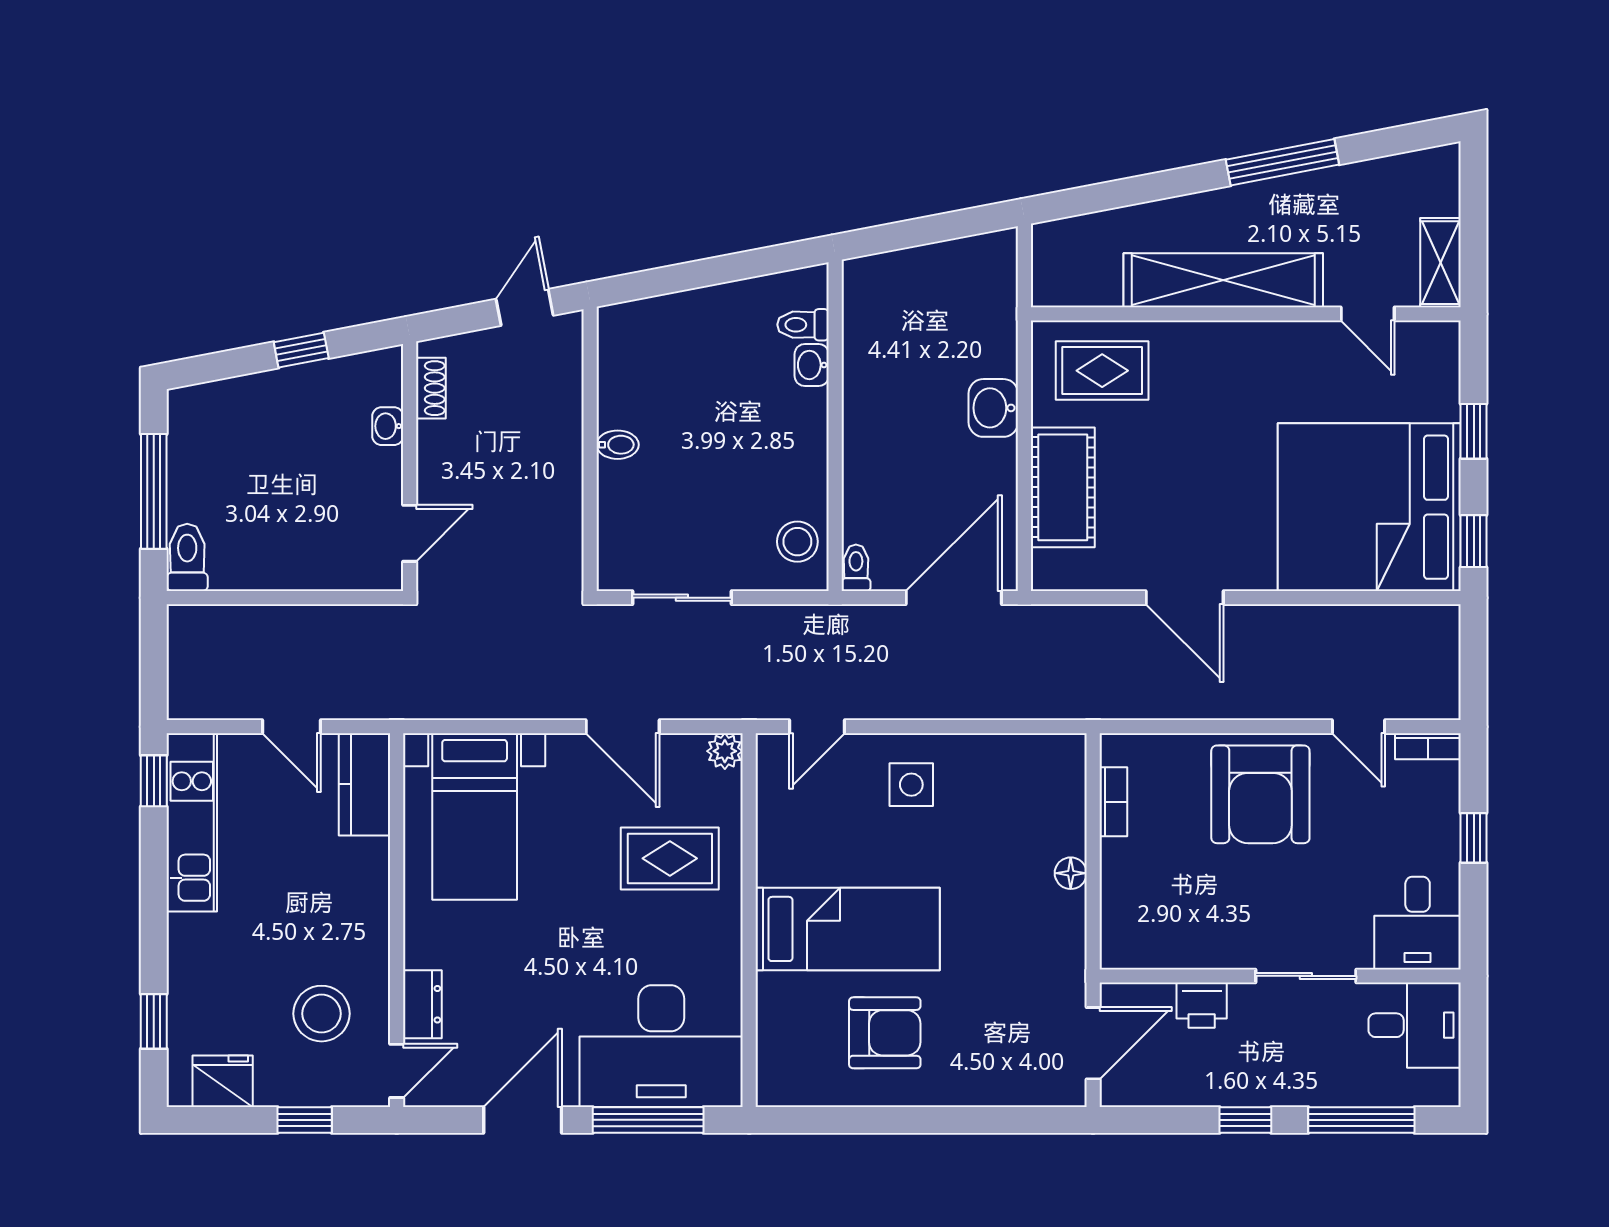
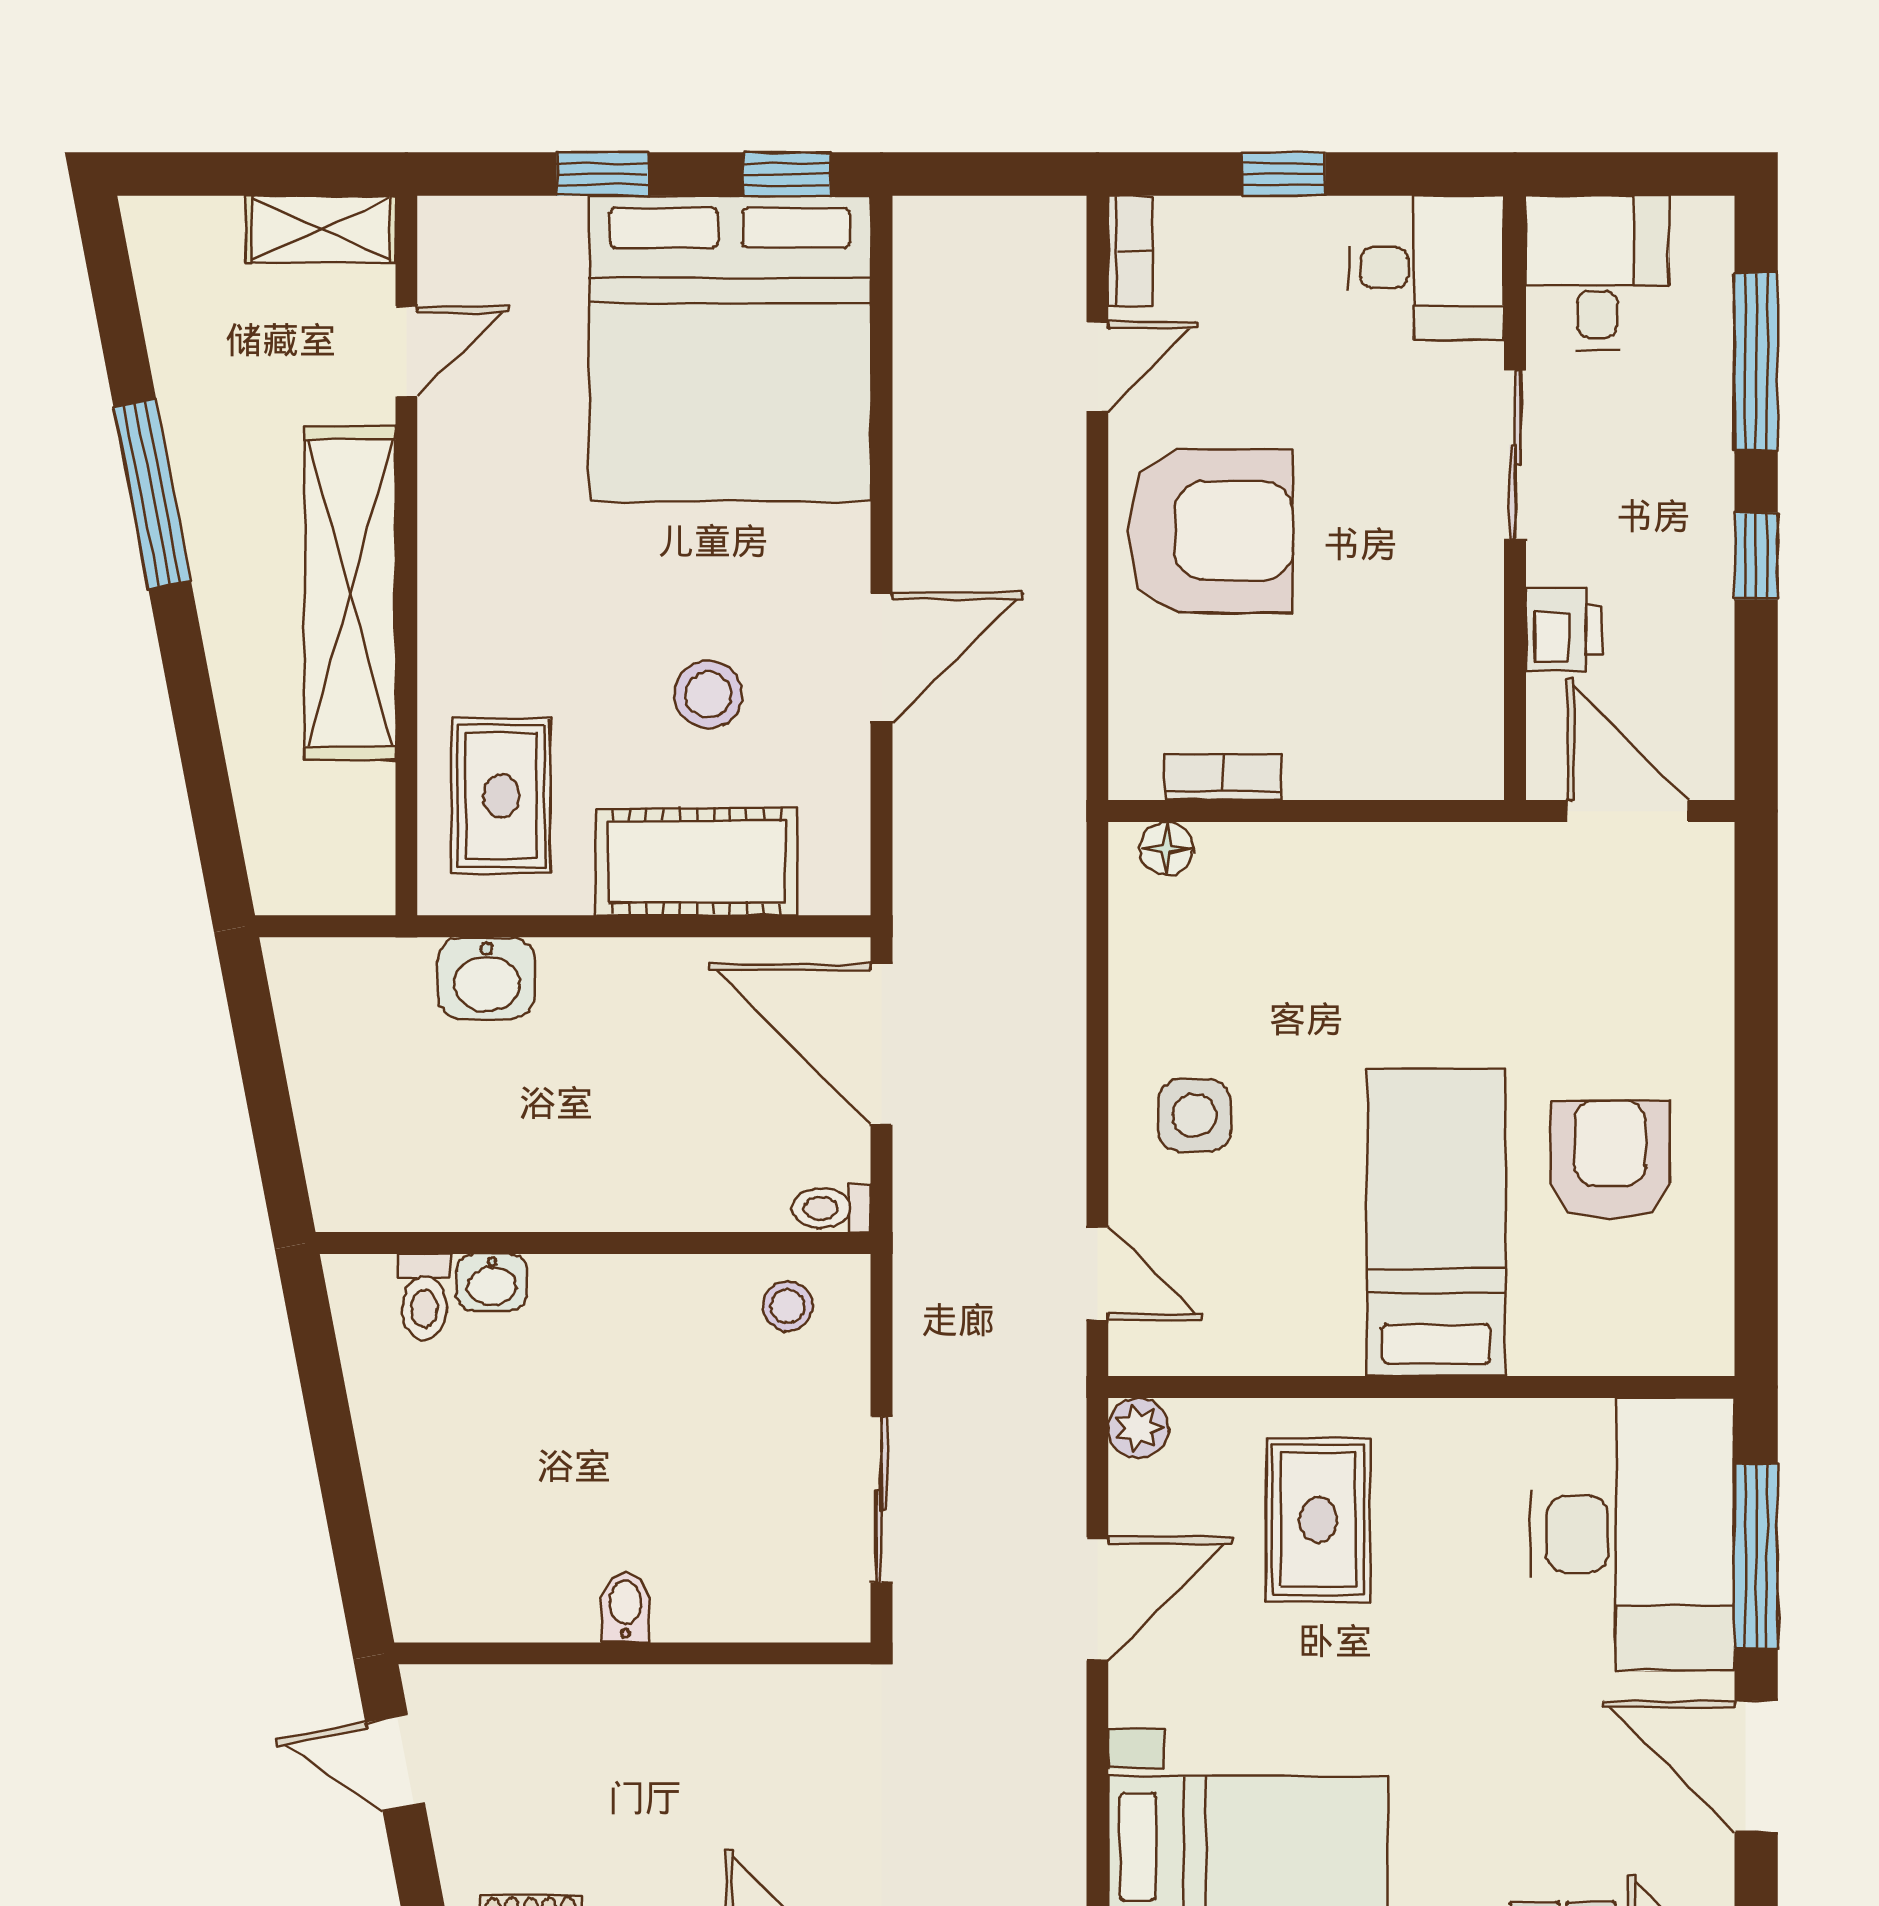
washbasin: (993, 408) -> (487, 978), moved
stool: (1163, 494) -> (708, 695), added
stool: (797, 542) -> (788, 1306), width x0.73, depth x0.73
floor lamp: (1071, 873) -> (1167, 849), moved

